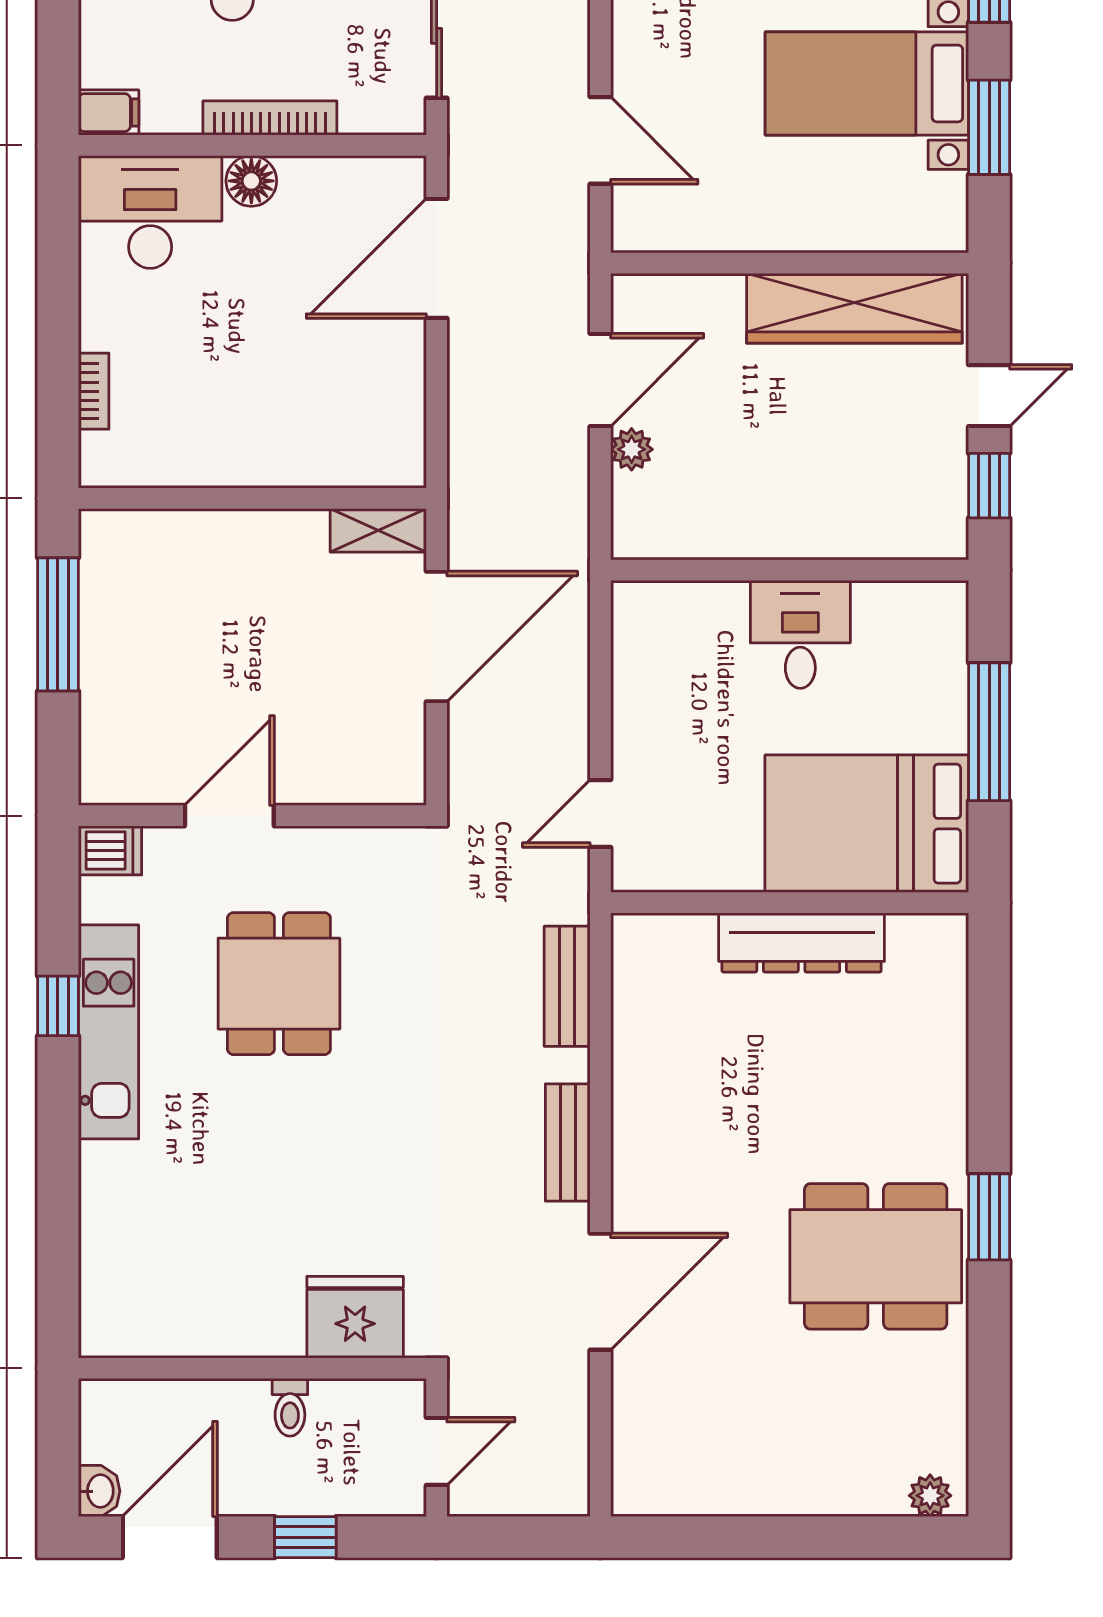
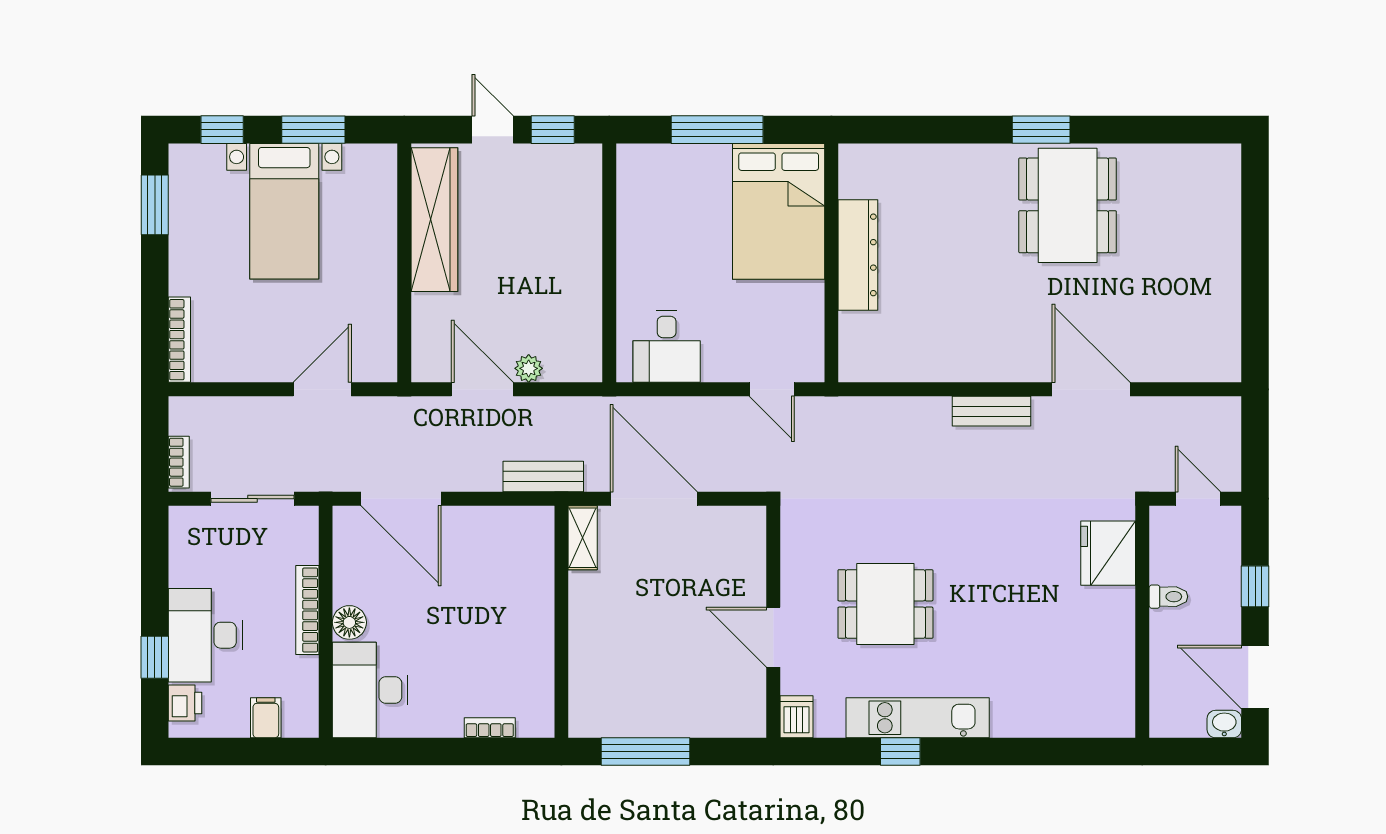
filing cabinet: (109, 113) -> (266, 718), moved
desk: (800, 634) -> (667, 346), moved, turned -90
bench: (567, 986) -> (543, 477), moved
plant: (930, 1496) -> (1227, 169), removed

